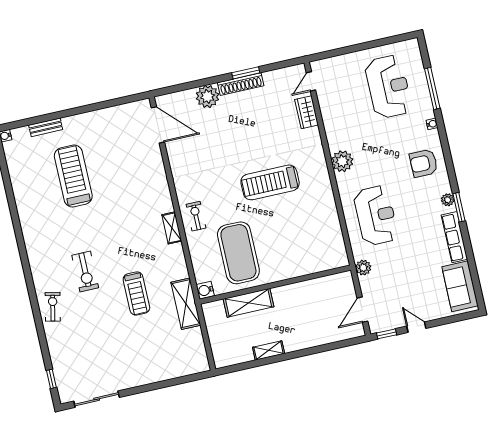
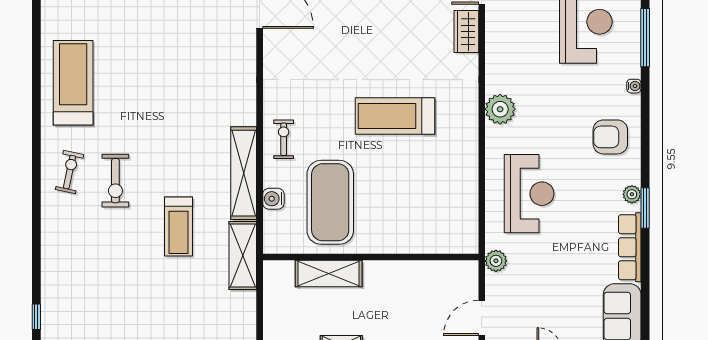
treadmill: (73, 176) -> (73, 83), moved
shelving: (172, 228) -> (244, 173), width x2.20, depth x1.33
water cooler: (205, 290) -> (273, 199), moved
exercise bike: (53, 307) -> (69, 172), moved

